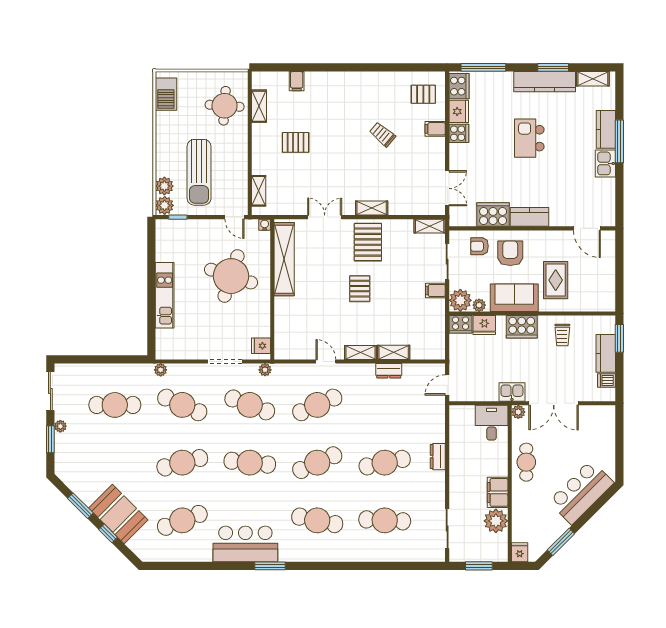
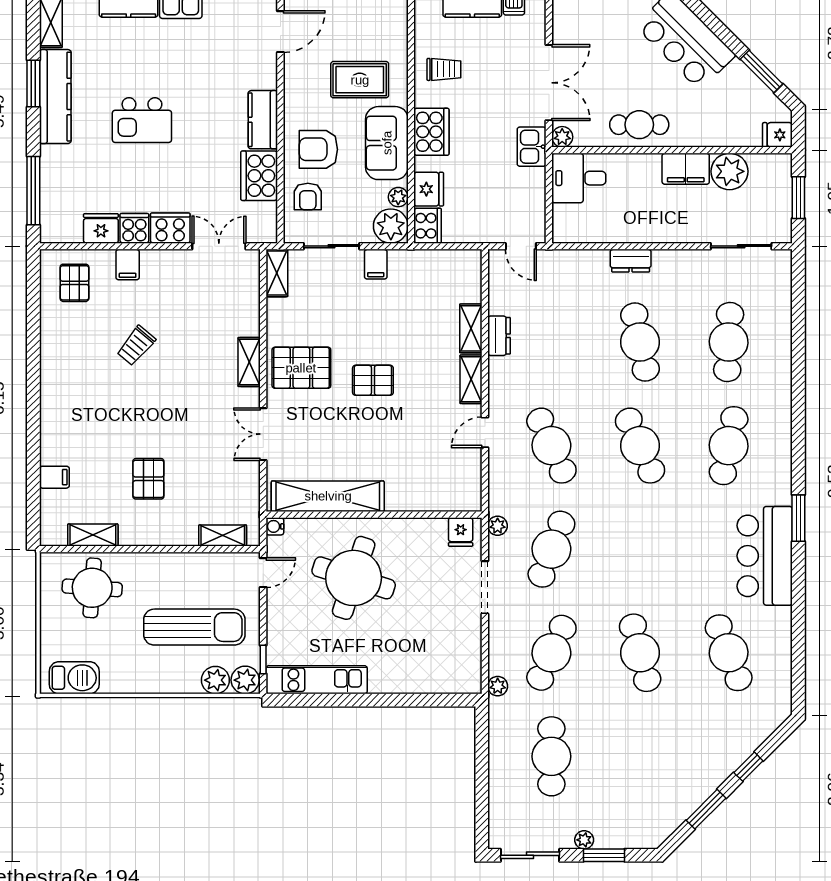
cooker: (459, 86) -> (170, 228), moved
kitchen unit: (165, 295) -> (317, 680), moved
cafe table: (250, 463) -> (640, 549), removed
booth: (118, 514) -> (719, 751), removed

